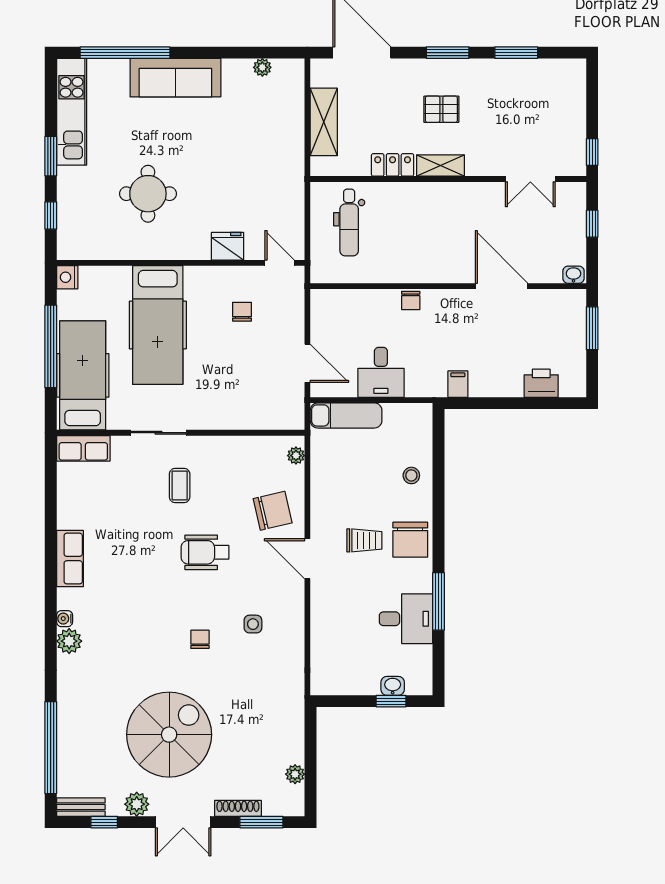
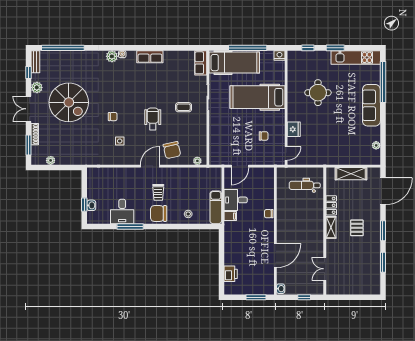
window: (592, 152) -> (337, 297), removed
filing cabinet: (458, 384) -> (230, 216), moved
exam couch: (346, 415) -> (216, 207), moved

